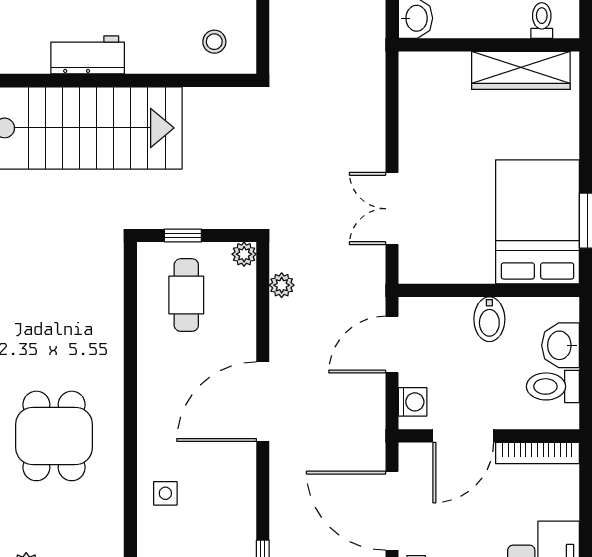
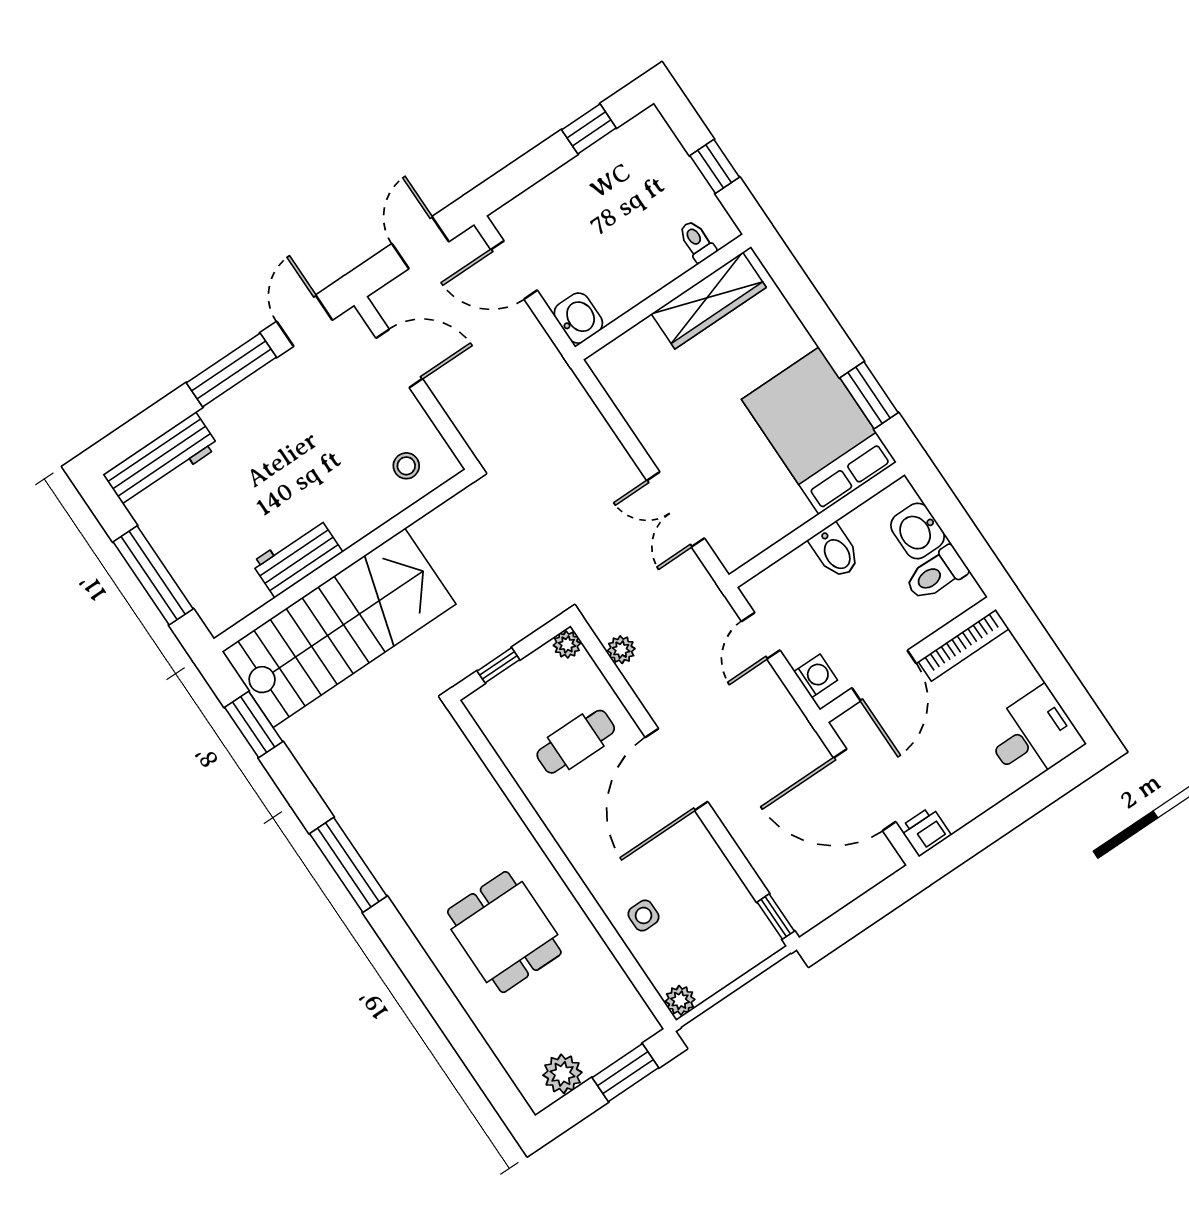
cafe table: (186, 295) -> (576, 742), moved, turned 90
door: (392, 345) -> (761, 636), width x0.73

